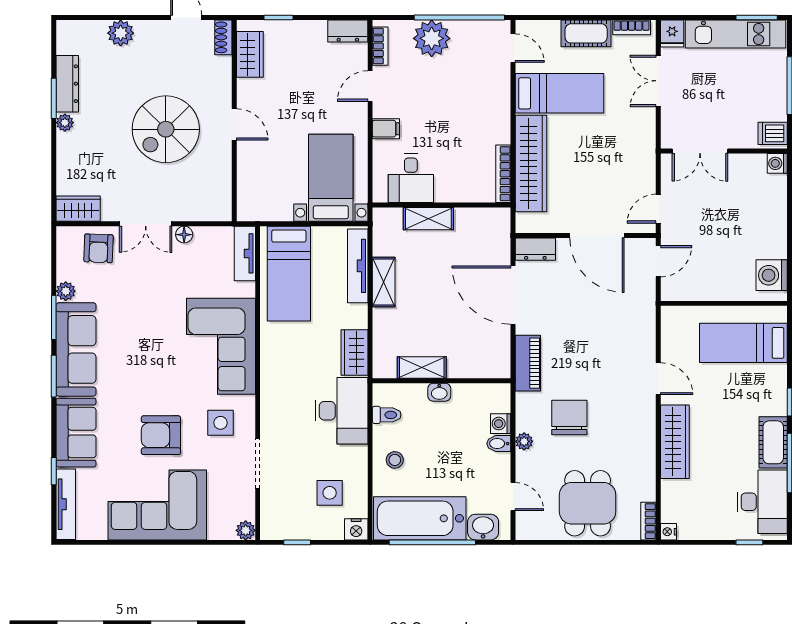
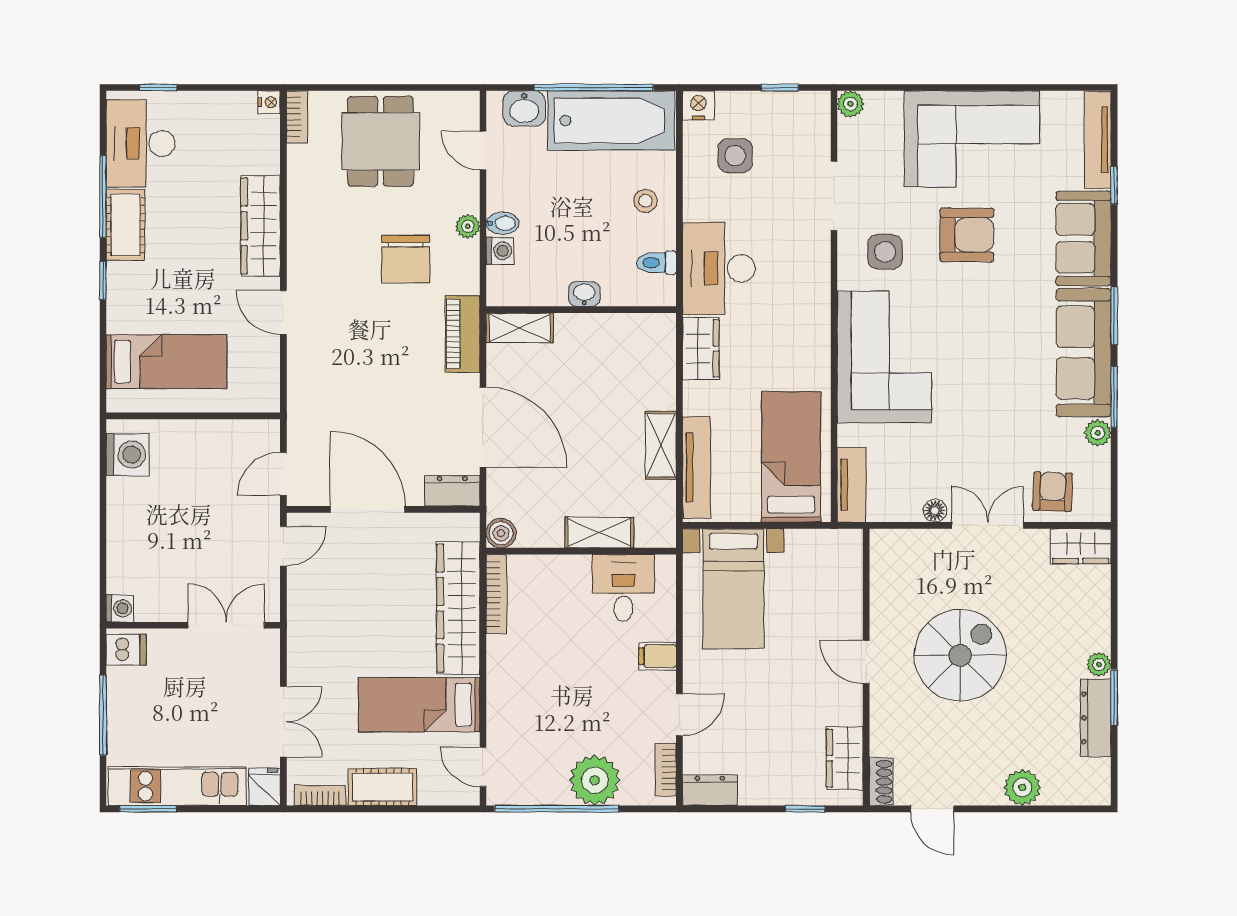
boiler: (500, 218) -> (501, 533), added
shelving: (422, 367) -> (520, 328), moved

